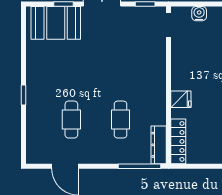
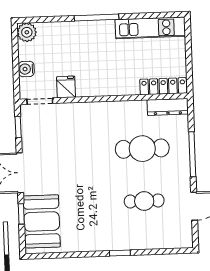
fridge: (181, 99) -> (66, 87), moved
cafe table: (121, 120) -> (142, 149), width x1.37, depth x1.35
window: (139, 166) -> (192, 154), moved

